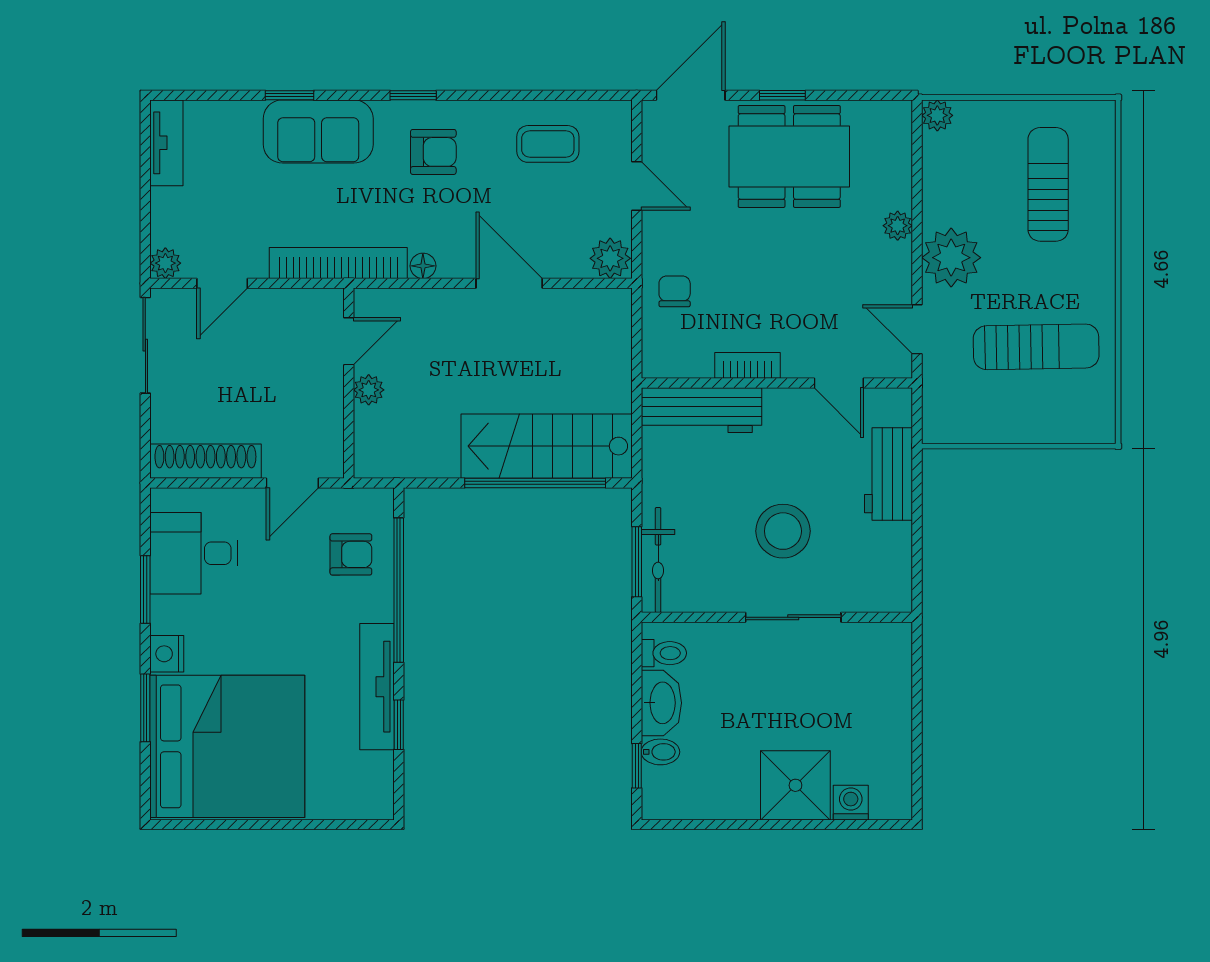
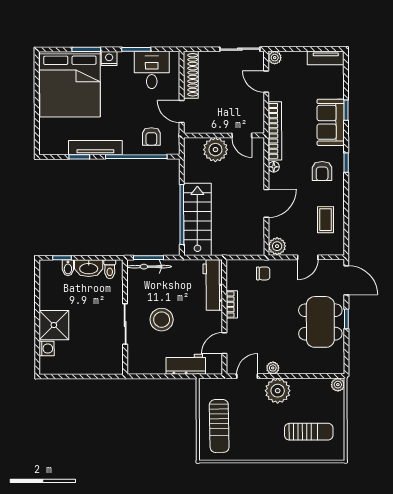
plant: (898, 226) -> (273, 368), moved
sun lounger: (1036, 347) -> (219, 426), moved
plant: (369, 390) -> (215, 150), width x1.88, depth x1.88

